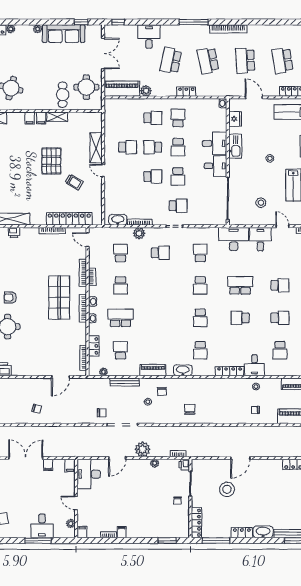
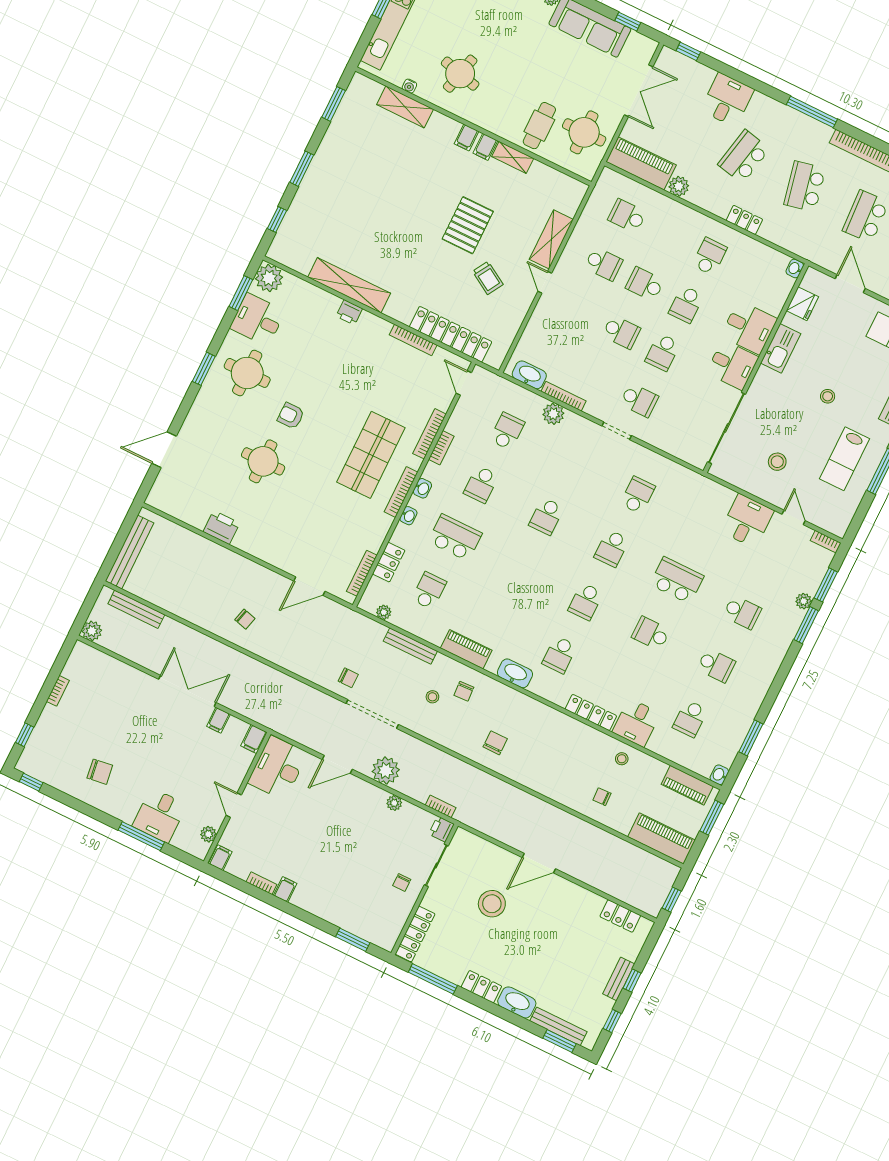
school desk: (153, 118) -> (627, 216), moved, turned 180
desk: (234, 239) -> (704, 499), removed
school desk: (160, 253) -> (546, 516), moved, turned 90

